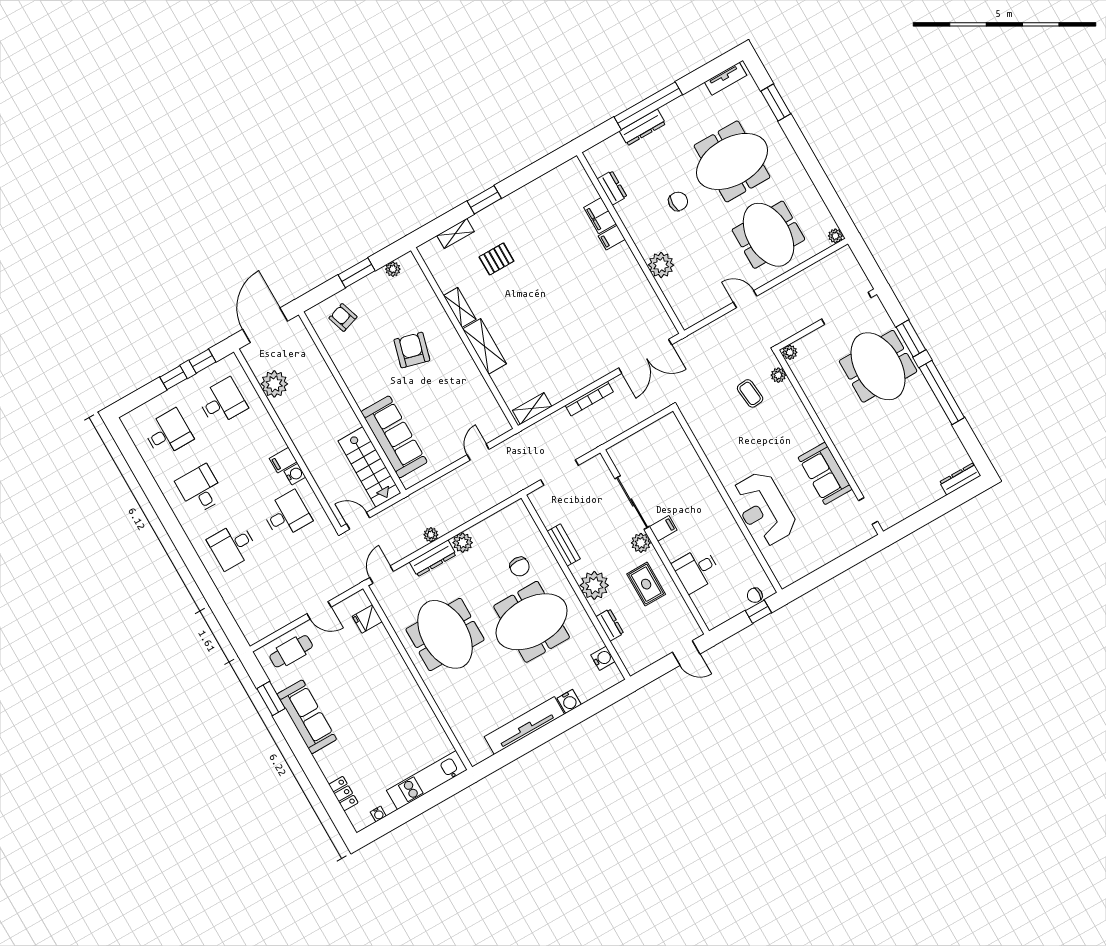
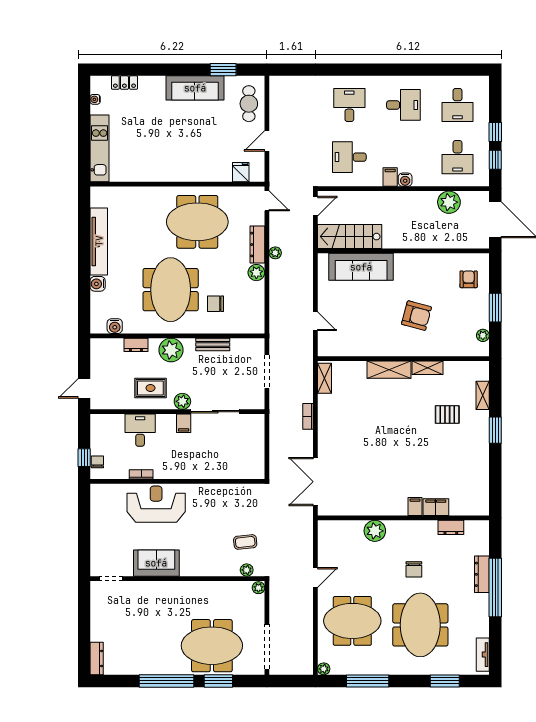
window: (822, 183) -> (368, 681), added
pallet: (497, 259) -> (447, 414), turned 90
armchair: (343, 317) -> (469, 279), turned -72
bookcase: (589, 399) -> (308, 416), width x0.64
water cooler: (295, 474) -> (405, 180), moved
desk: (287, 515) -> (349, 157), turned 90
bookcase: (742, 542) -> (141, 474), added

